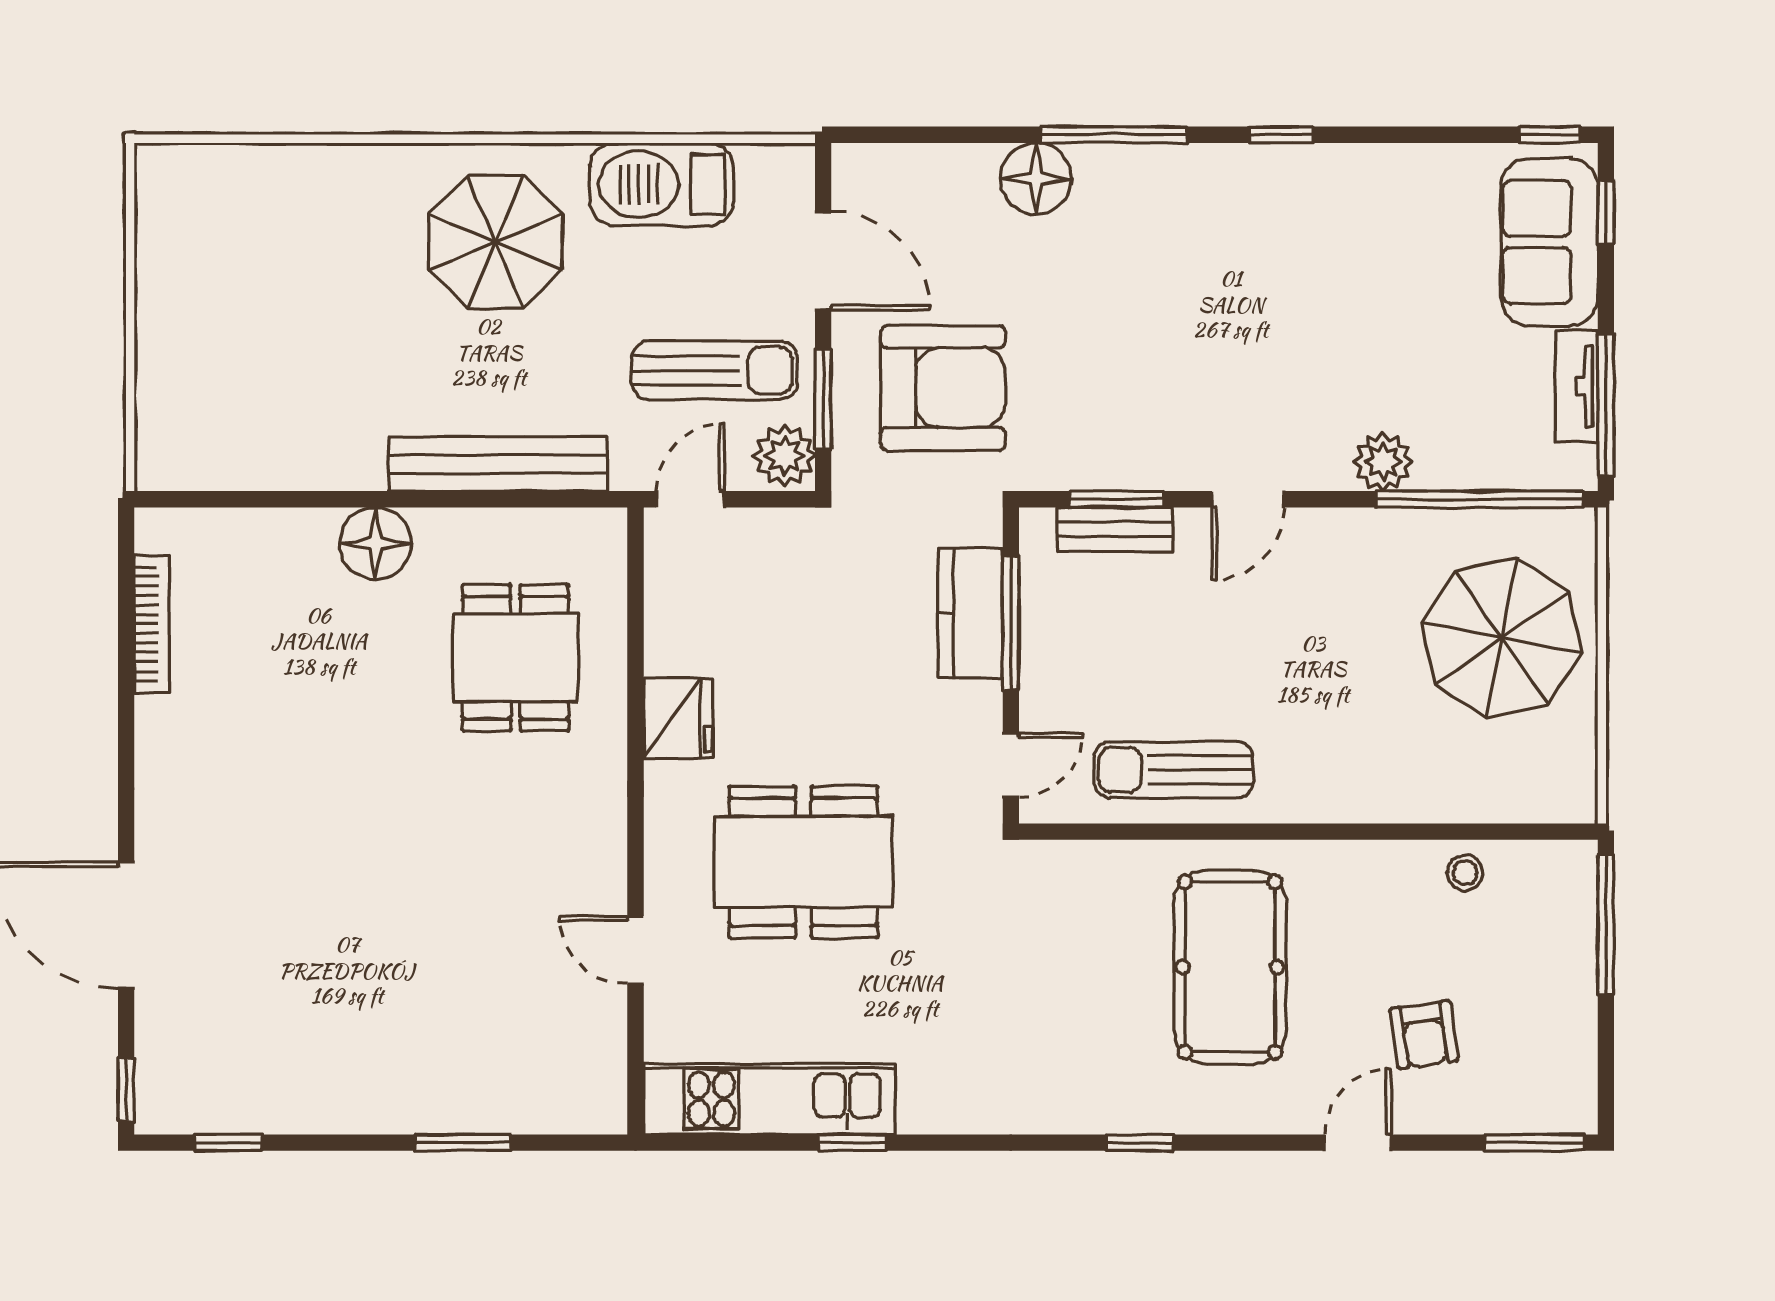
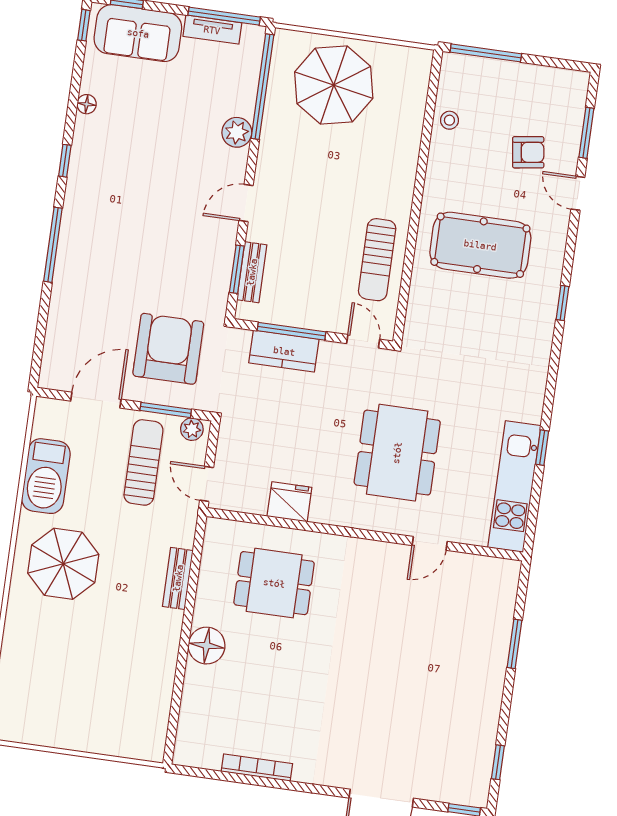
floor lamp: (1036, 178) -> (87, 104), moved, width x0.53, depth x0.53
plant: (785, 456) -> (192, 429), width x0.73, depth x0.73
bench: (498, 464) -> (178, 578), width x0.54, depth x0.82
door: (1248, 499) -> (246, 203), swing flipped
bookcase: (152, 624) -> (257, 768), moved
fridge: (678, 718) -> (289, 502), moved
window: (1535, 1143) -> (586, 133), moved

